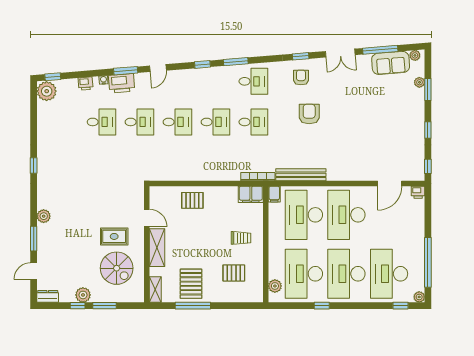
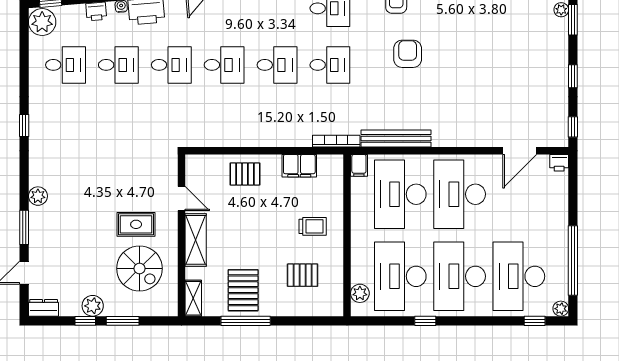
desk: (63, 122) -> (65, 65), added
filing cabinet: (251, 194) -> (299, 166), moved

